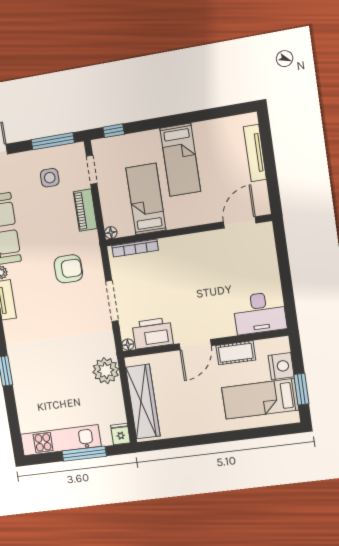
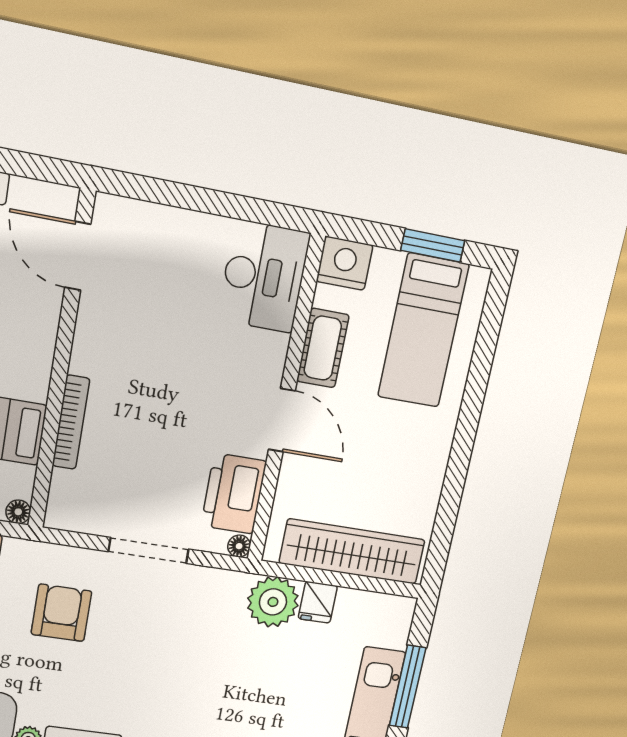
bookcase: (135, 248) -> (71, 422), moved
nightstand: (281, 366) -> (345, 263), moved
fridge: (120, 434) -> (318, 602), moved, turned -90

